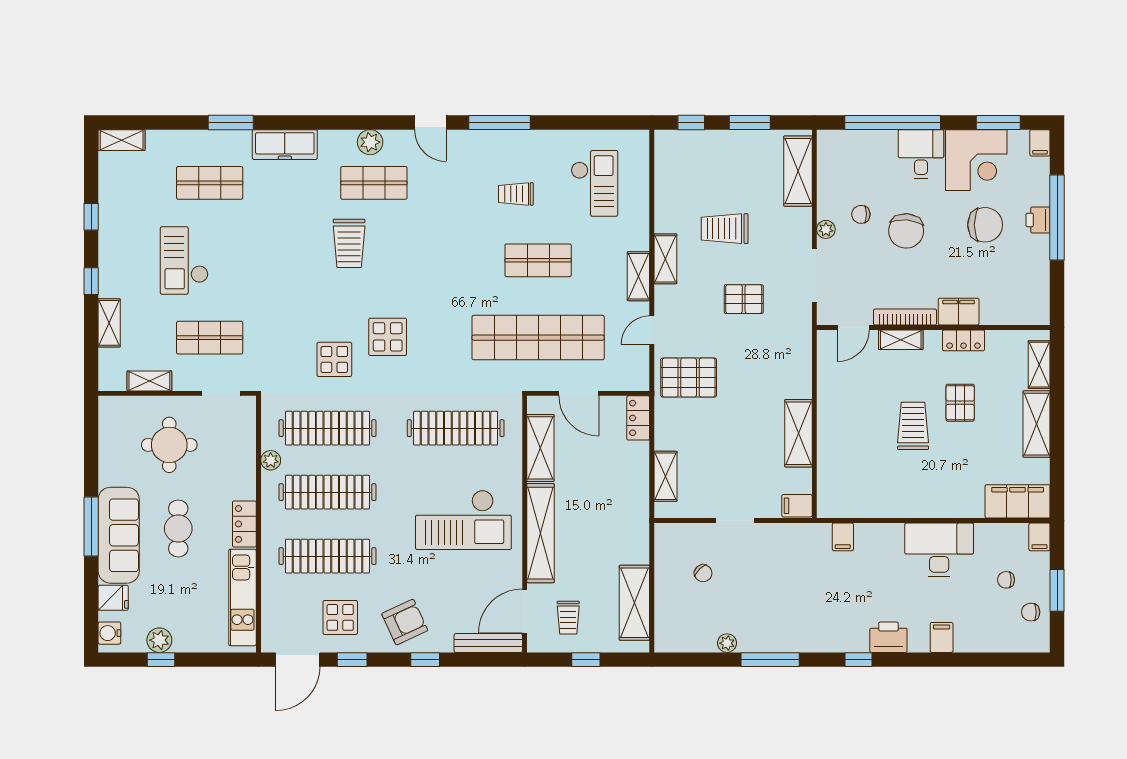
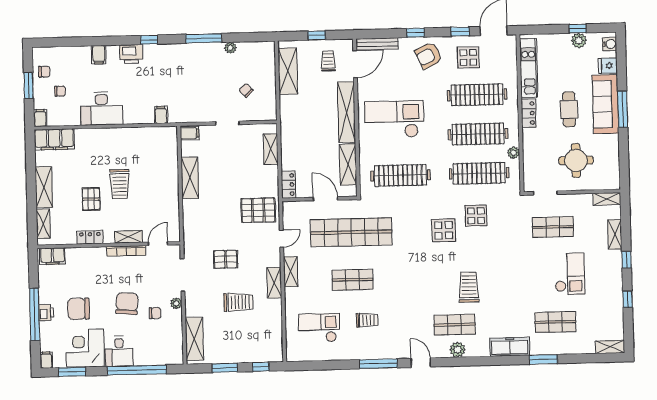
checkout: (594, 183) -> (319, 328), turned 90
filing cabinet: (959, 312) -> (52, 256), moved
shelving: (149, 381) -> (607, 199), moved

